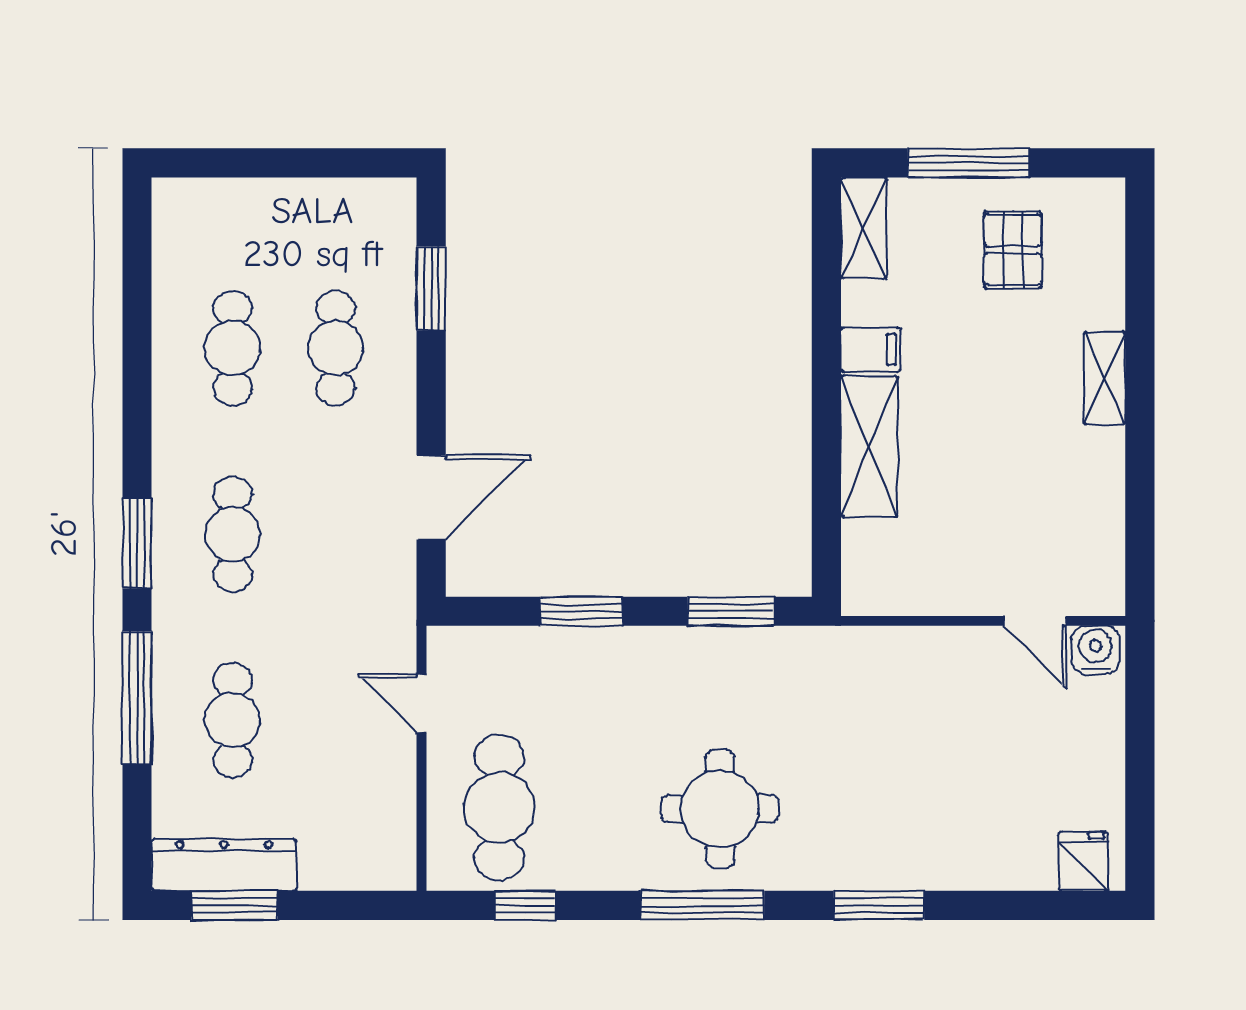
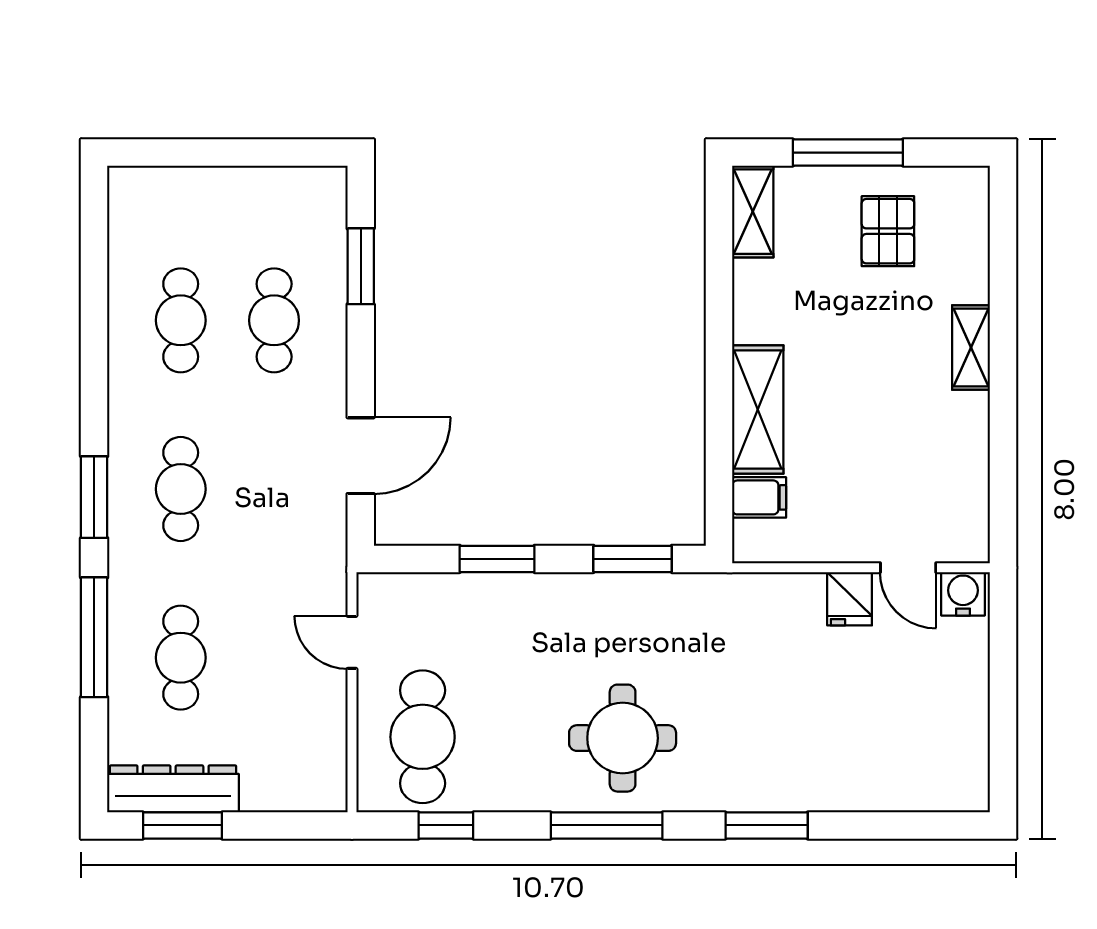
filing cabinet: (871, 349) -> (759, 497), moved
fridge: (1083, 861) -> (850, 599), moved, turned 180

